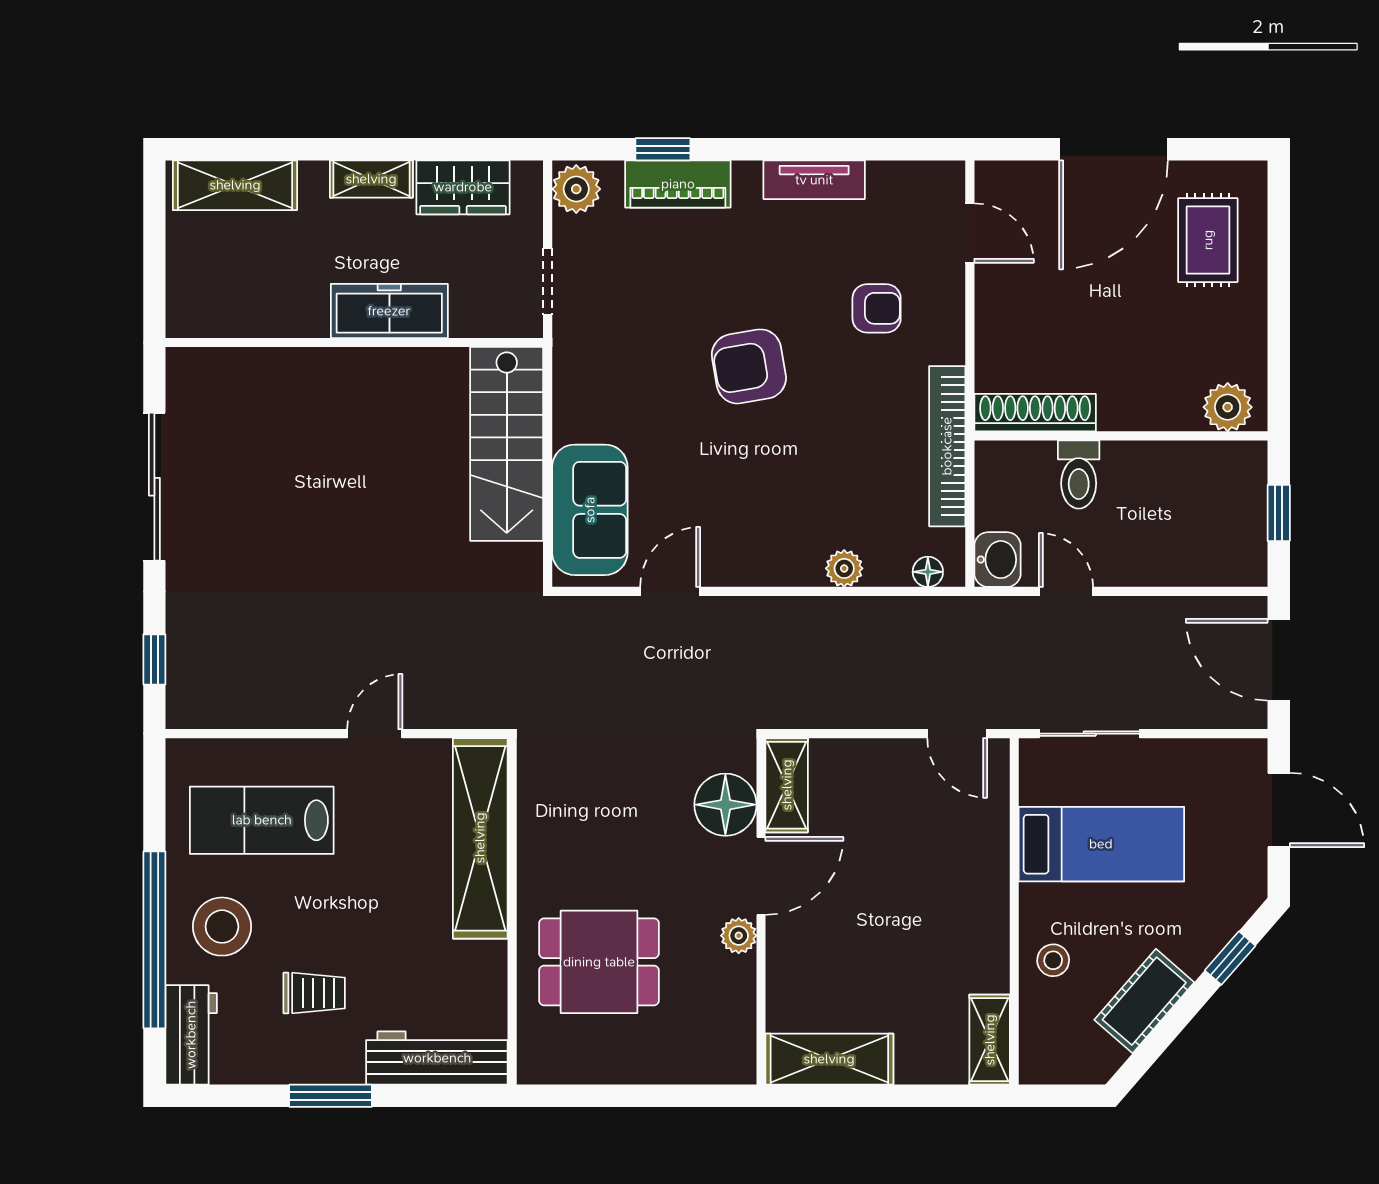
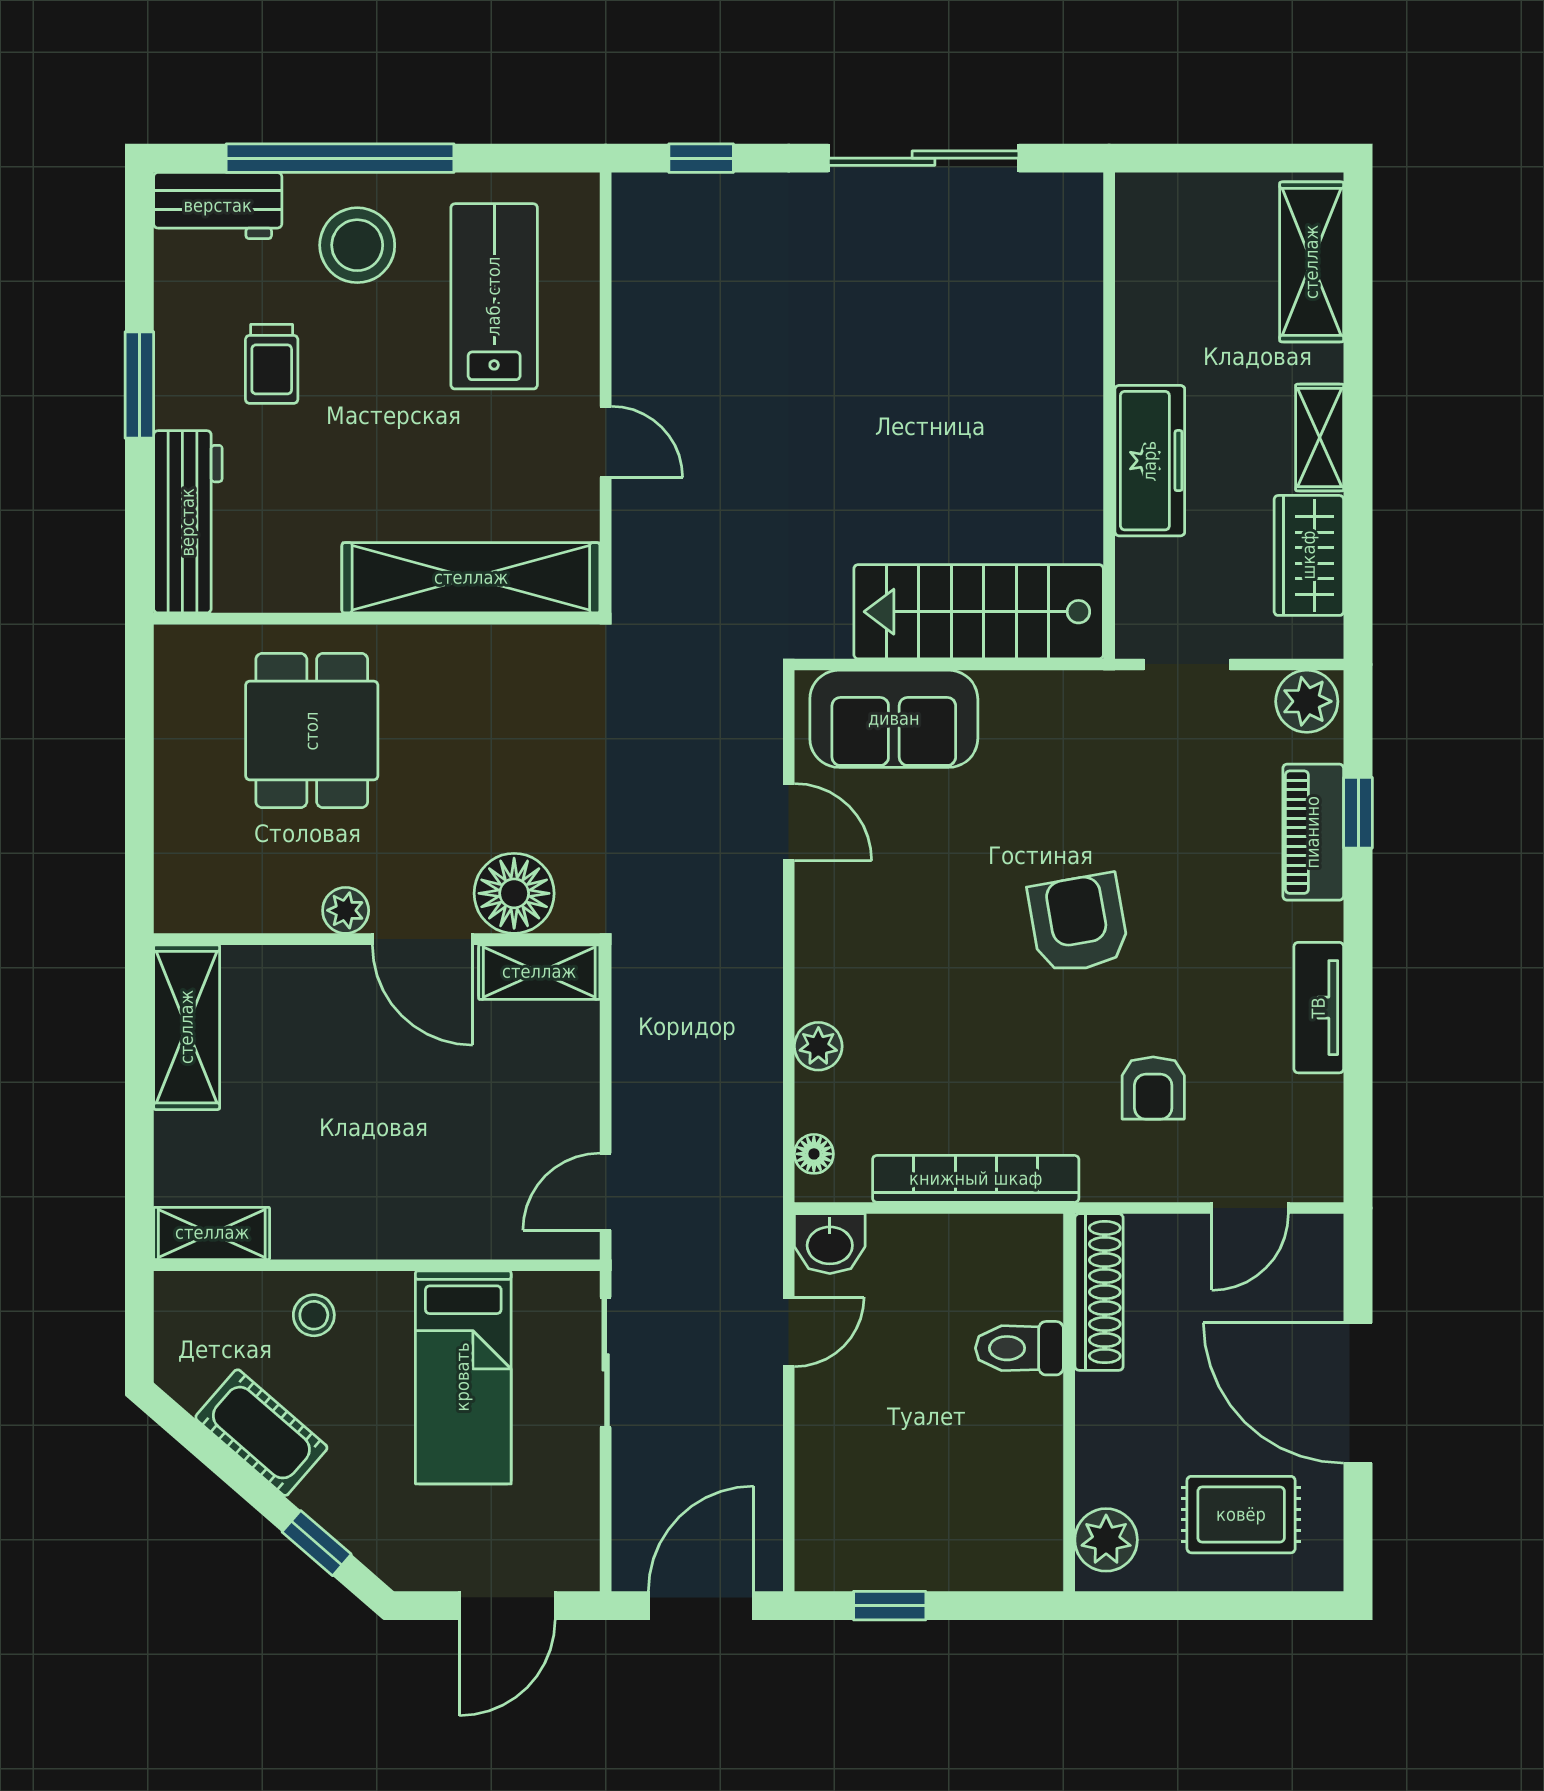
plant: (1228, 407) -> (1106, 1540), moved
shoe rack: (1035, 413) -> (1099, 1292), moved
wall: (1121, 436) -> (1069, 1403), moved
toilet: (1079, 475) -> (1019, 1348), moved

